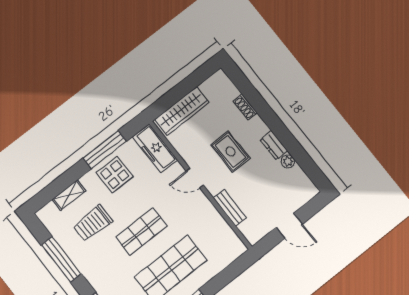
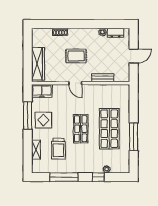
dresser: (274, 145) -> (115, 33), moved
freezer: (155, 148) -> (42, 91), width x0.71
door: (195, 178) -> (75, 83), hinge flipped

